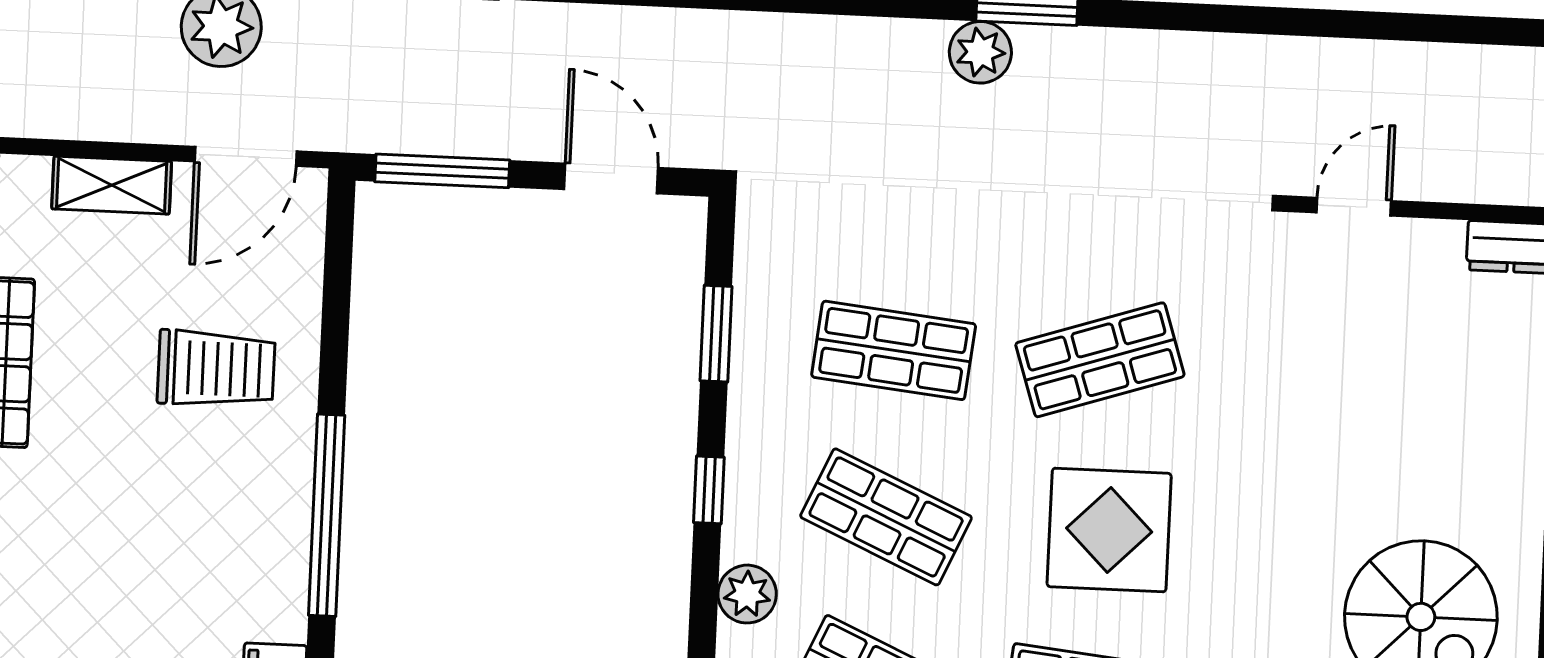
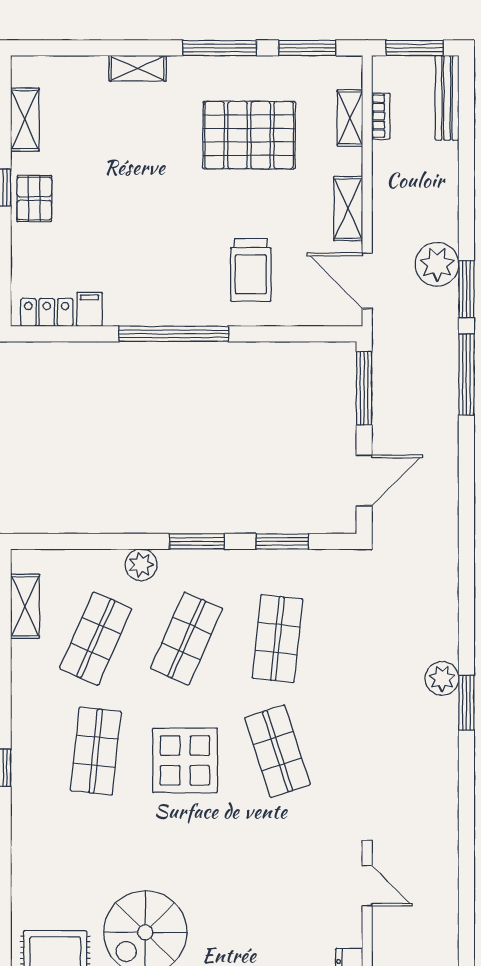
window: (709, 490) -> (197, 541), width x1.50

